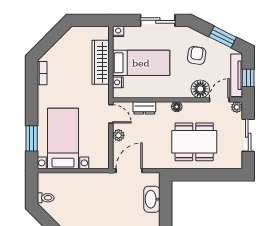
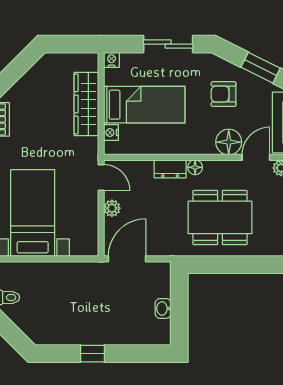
armchair: (197, 55) -> (224, 94), turned -99
dresser: (144, 108) -> (170, 169), moved
washbasin: (152, 199) -> (163, 308), width x0.52, depth x0.69

